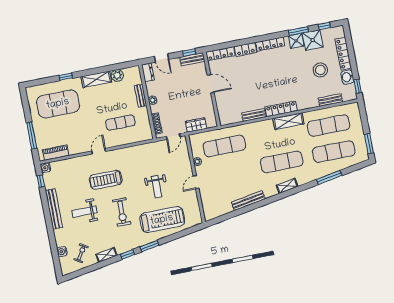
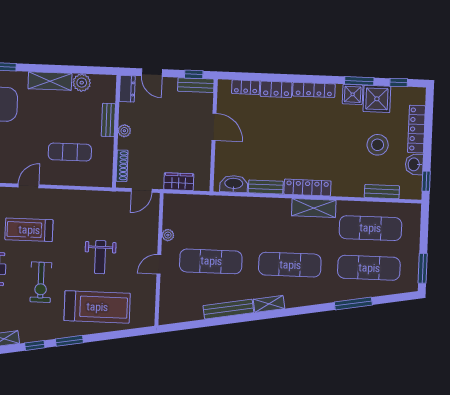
locker: (220, 54) -> (246, 87), width x0.66
washbasin: (232, 118) -> (234, 184), added
exercise mat: (224, 146) -> (211, 261), moved
shelving: (287, 186) -> (269, 304), moved

